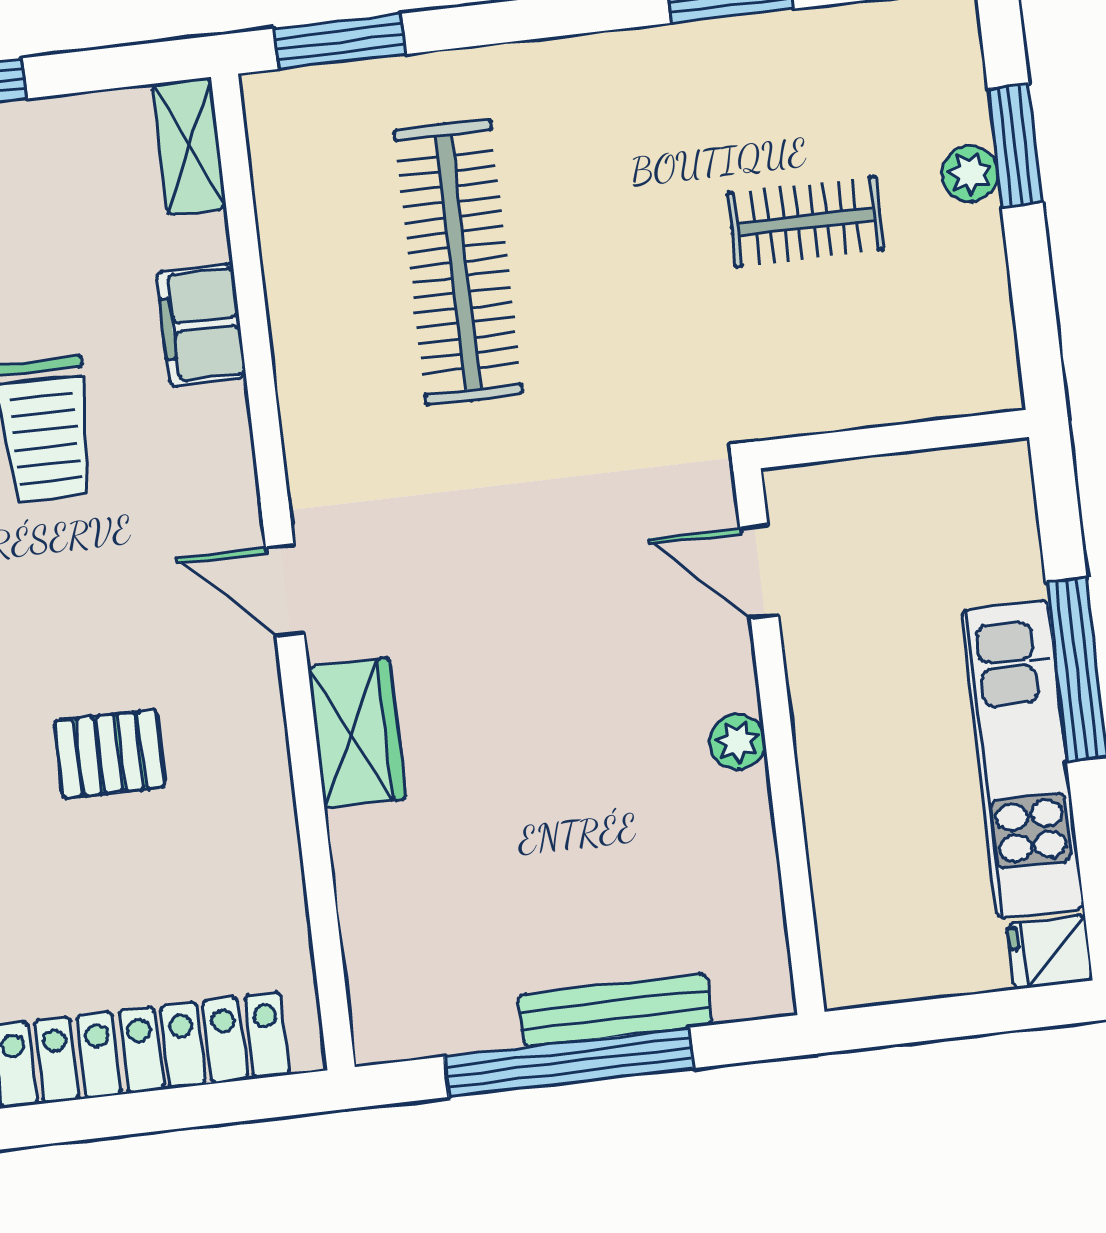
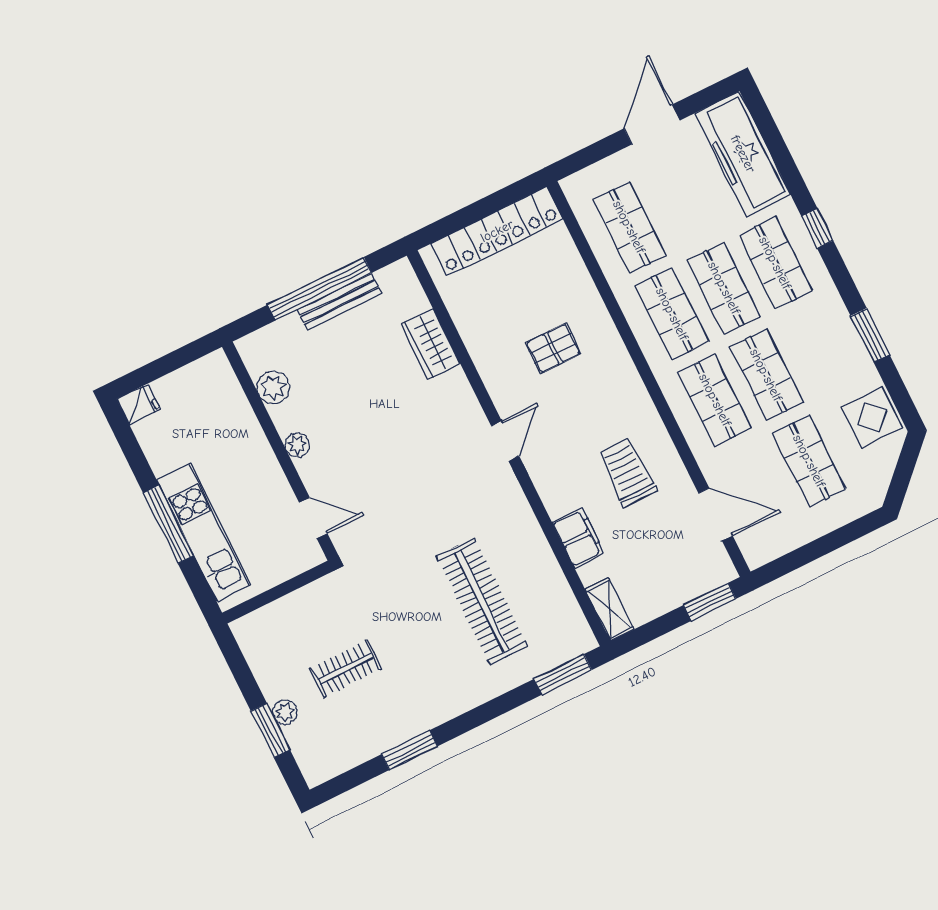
door: (285, 590) -> (505, 441), hinge flipped
wardrobe: (357, 733) -> (431, 344), moved
kitchen unit: (1023, 759) -> (204, 532), moved
plant: (745, 884) -> (273, 388), added
bench: (615, 1010) -> (339, 302), moved

